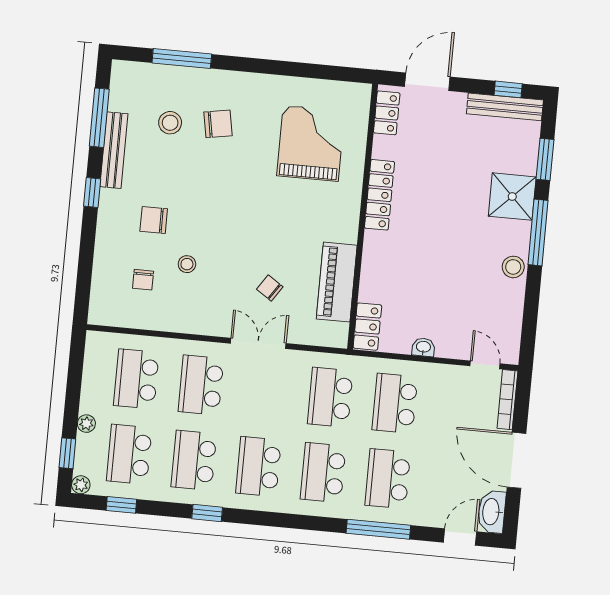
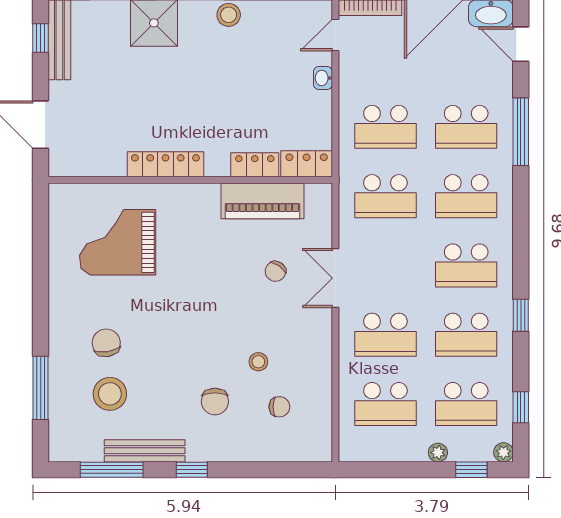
locker: (387, 113) -> (255, 165), moved
stool: (170, 123) -> (110, 394), width x1.38, depth x1.38
washbasin: (423, 347) -> (323, 78), moved

